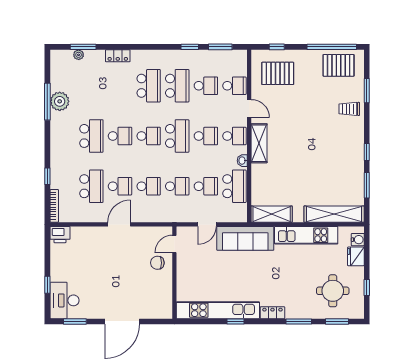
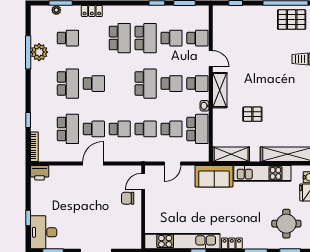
pallet: (278, 73) -> (252, 114), moved, width x0.67, depth x0.71
school desk: (149, 136) -> (68, 38), moved
sofa: (245, 238) -> (214, 176), width x0.73

